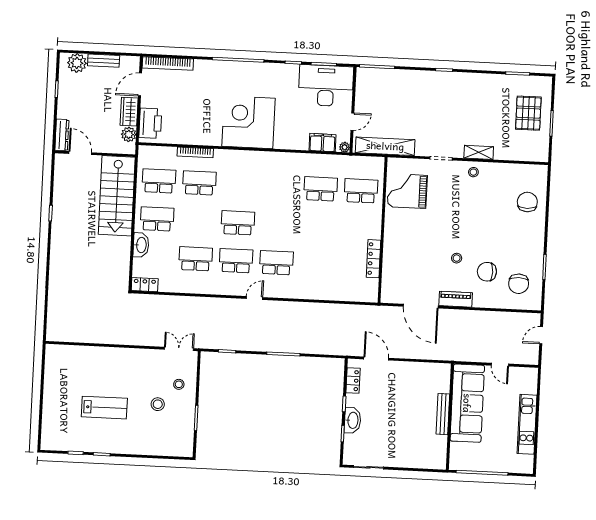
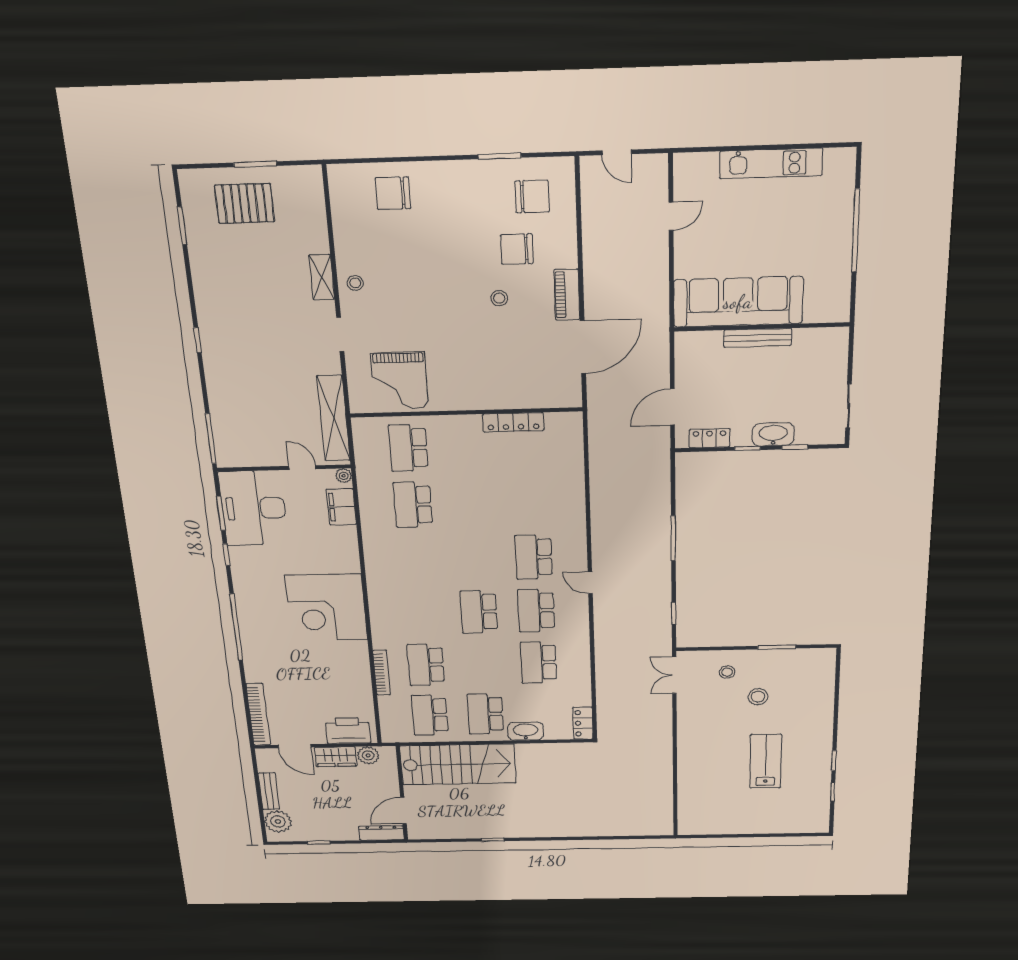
chair: (487, 272) -> (517, 249), turned 90
sofa: (467, 403) -> (738, 302), moved
bench: (443, 414) -> (758, 338), moved
wall: (450, 417) -> (762, 327), moved

